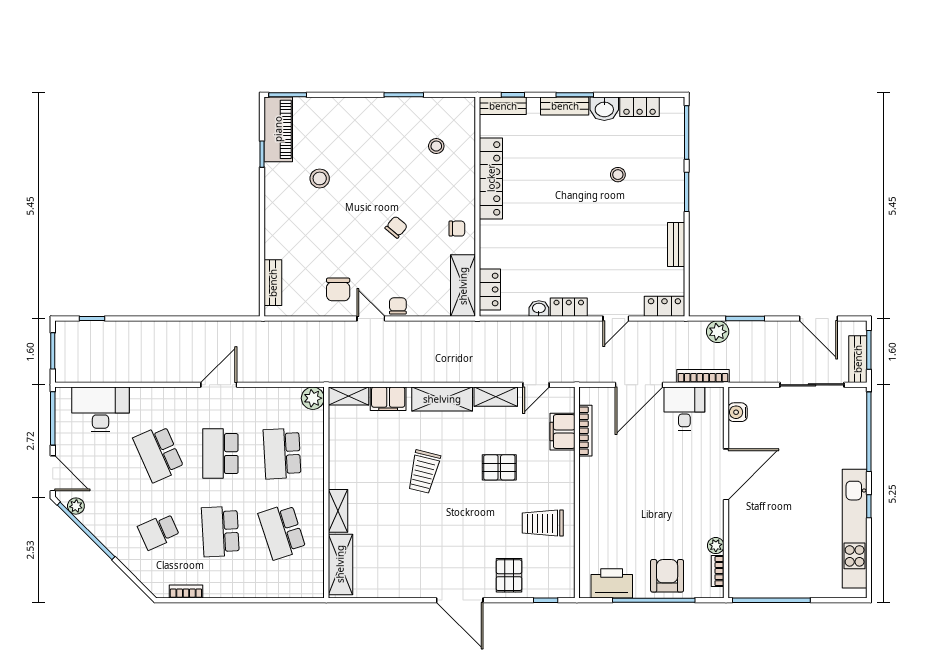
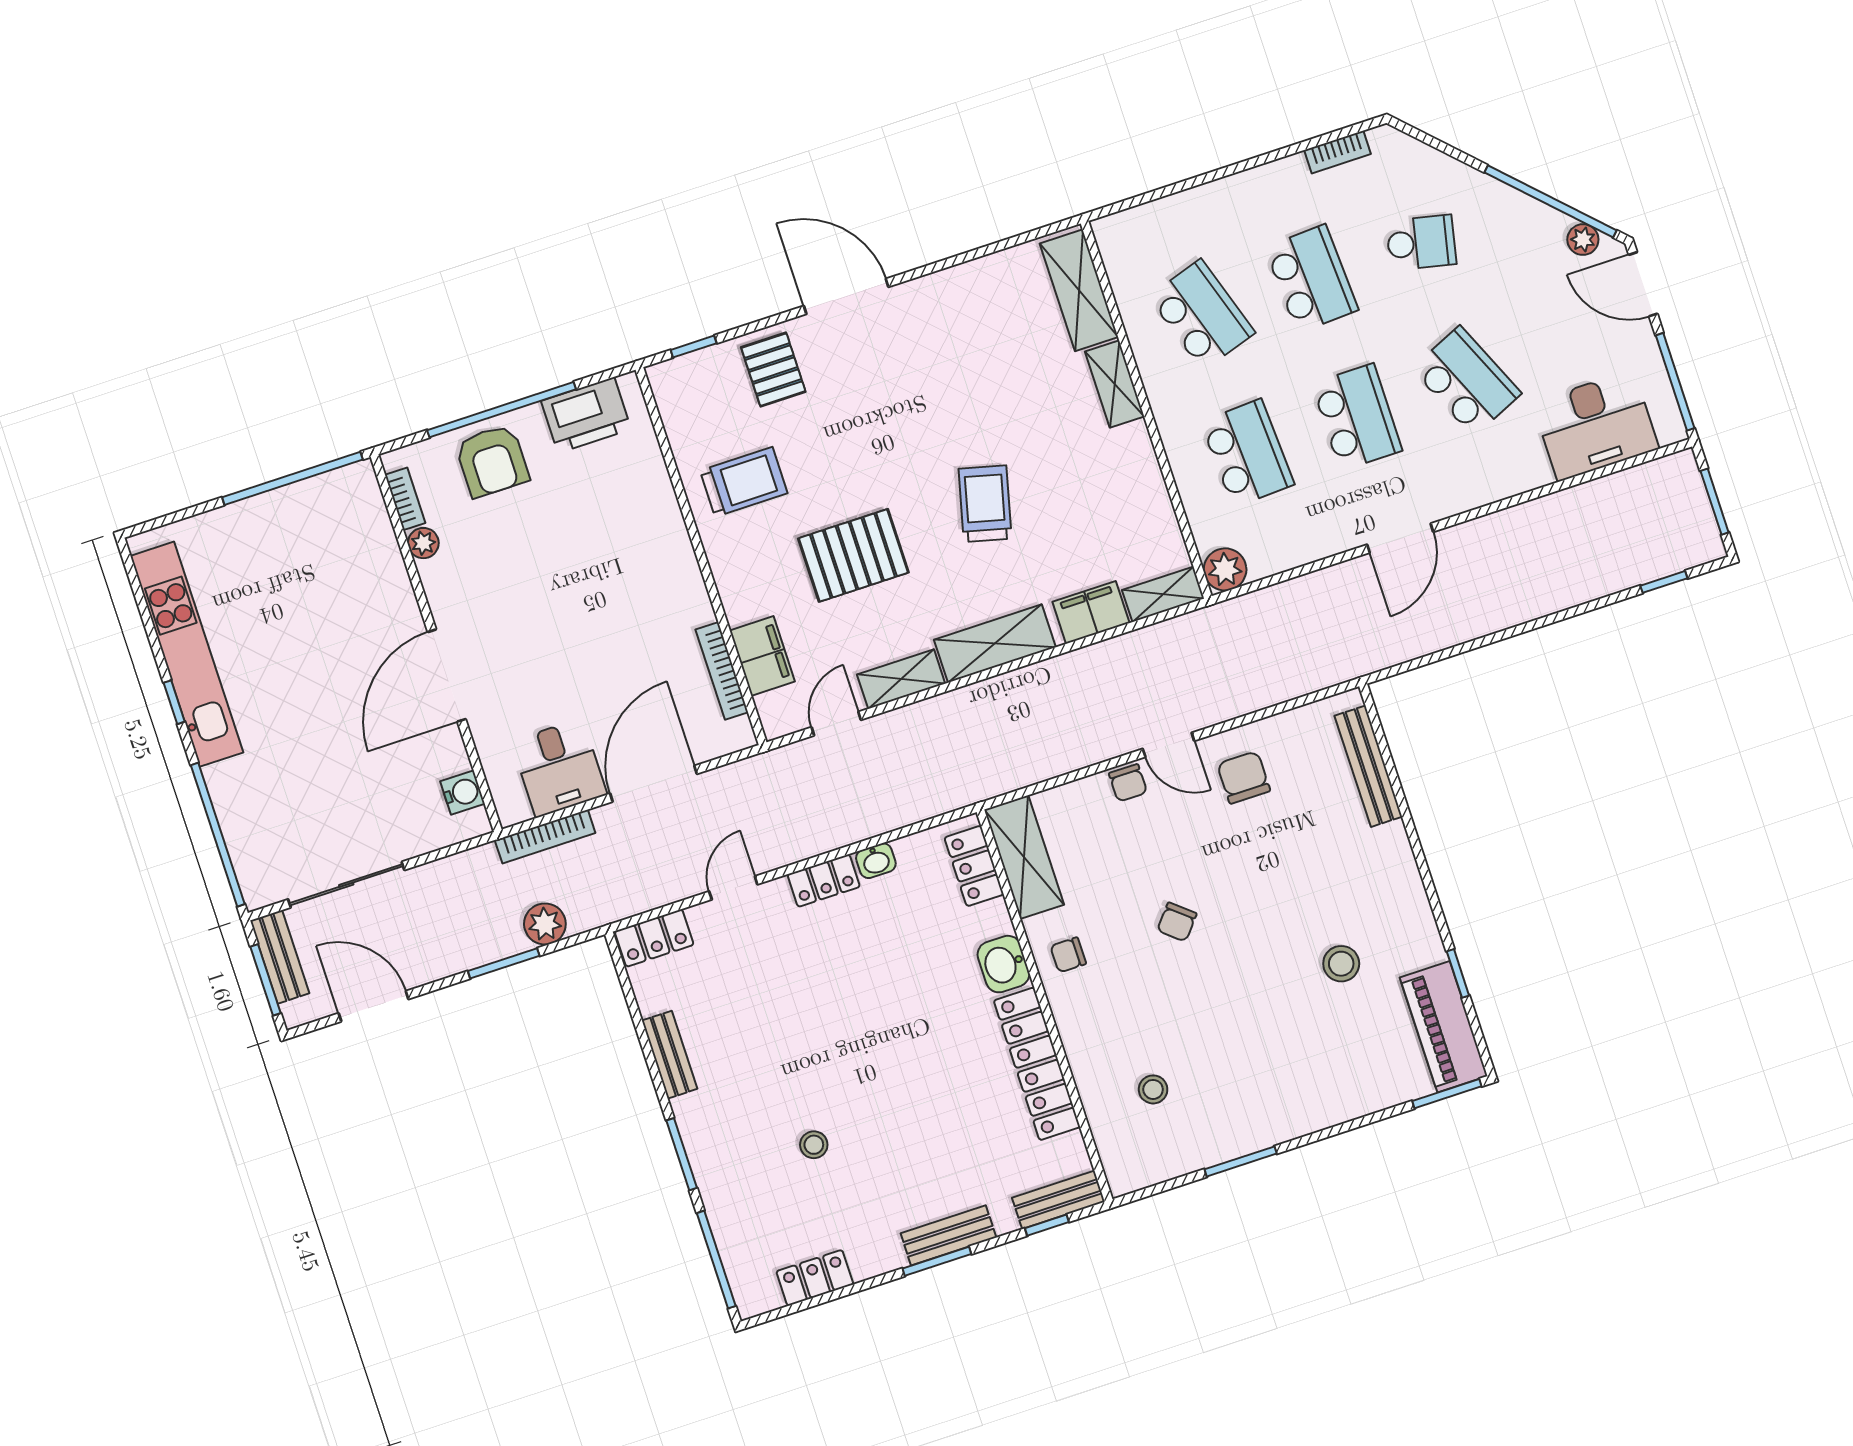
washbasin: (604, 109) -> (1003, 964), moved, turned -90
bench: (273, 283) -> (1368, 766), width x1.36
pallet: (499, 467) -> (853, 555), width x1.50, depth x1.42
school desk: (159, 531) -> (1421, 243), turned 36

